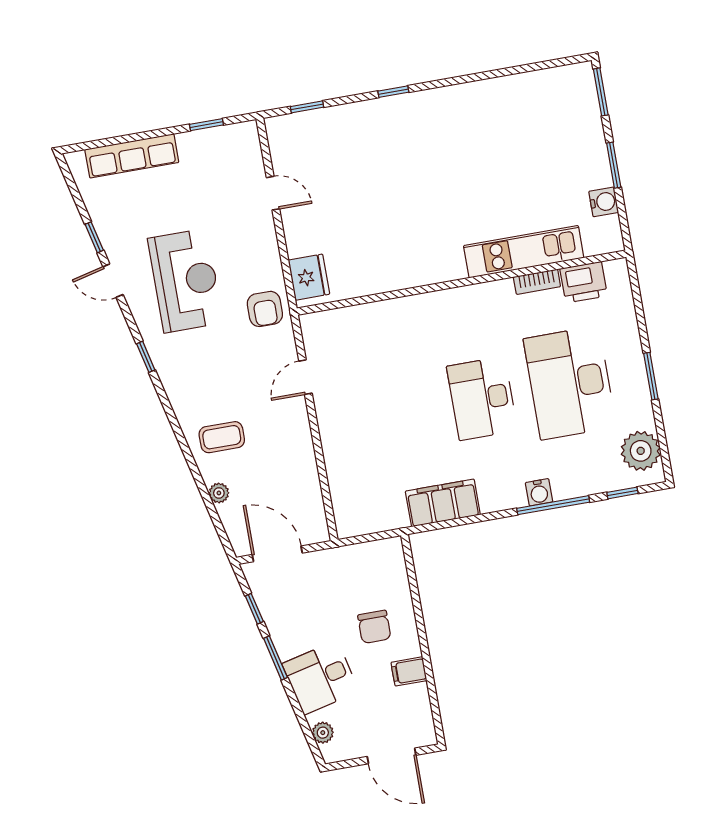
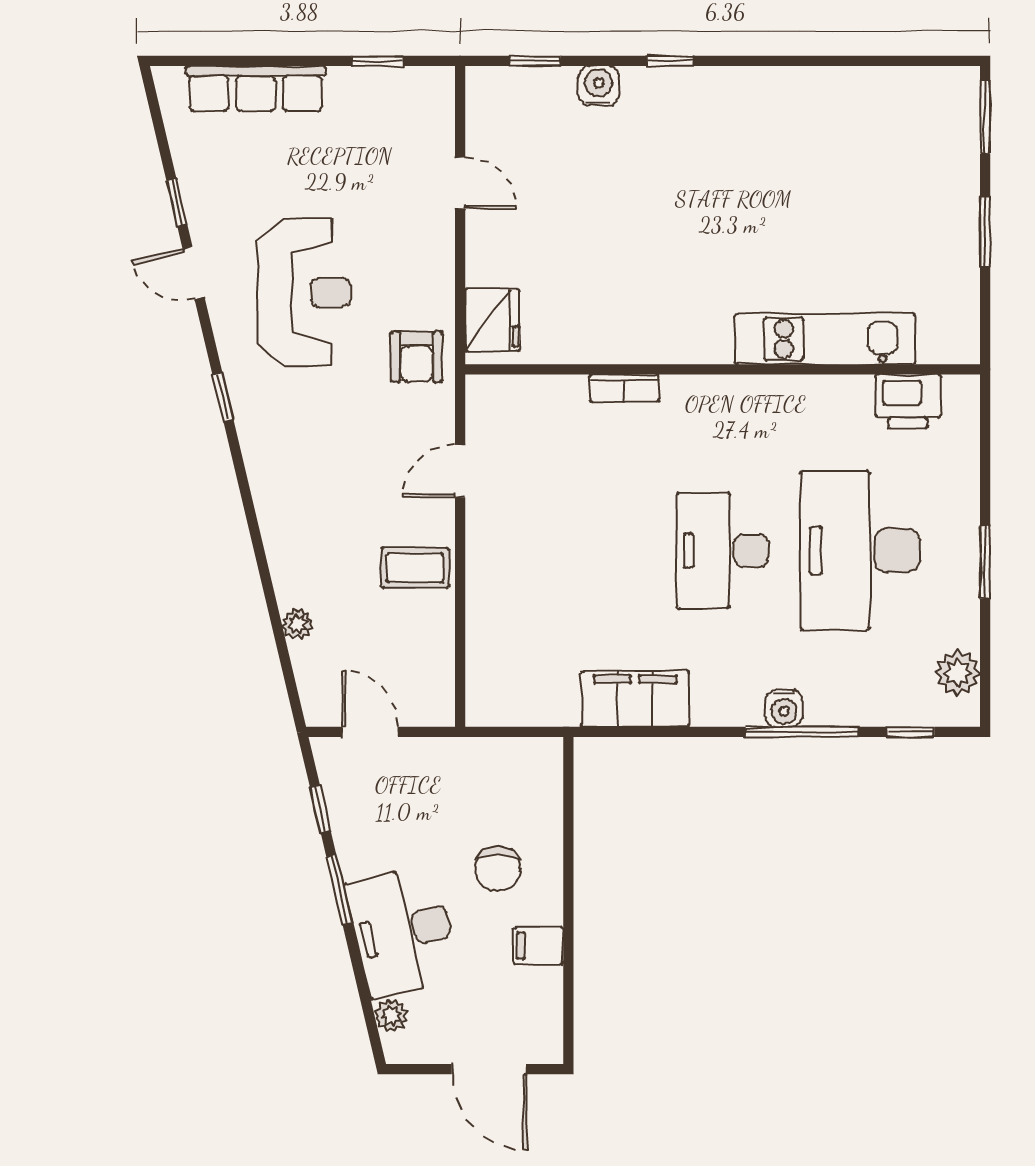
water cooler: (604, 202) -> (599, 86), moved, turned -90
bookcase: (537, 282) -> (624, 388), moved
coffee table: (222, 437) -> (415, 568), moved
plant: (641, 451) -> (958, 673), width x0.73, depth x0.73
door: (277, 554) -> (370, 732), width x0.73
desk: (321, 678) -> (403, 931), width x1.37

